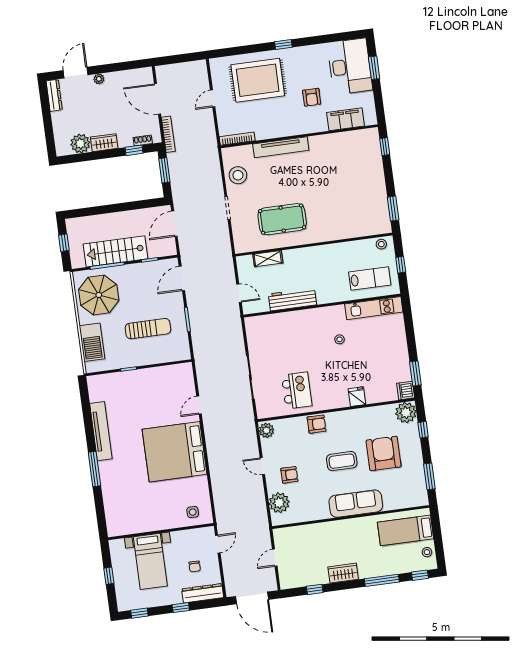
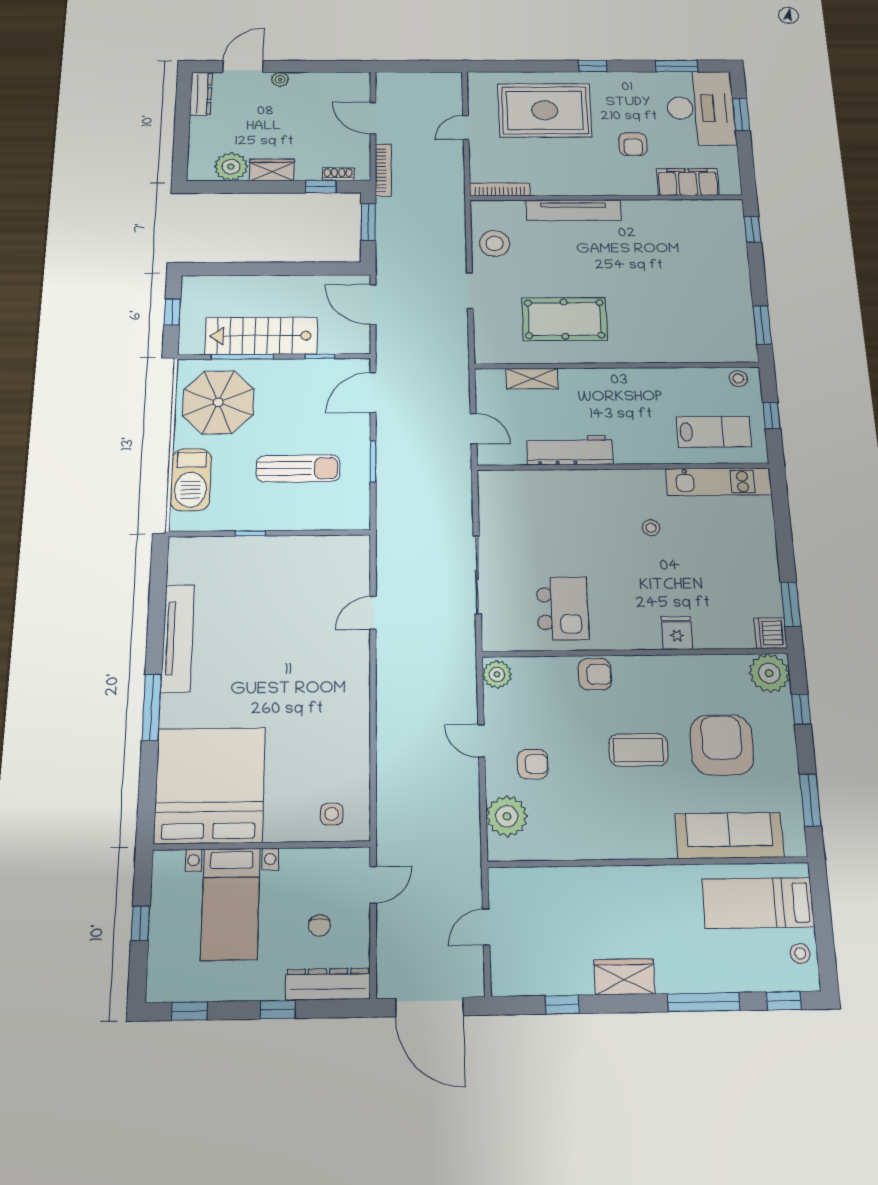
window: (334, 38) -> (677, 66), added
door: (158, 99) -> (373, 118), width x0.73
door: (174, 224) -> (373, 304), hinge flipped
bed: (175, 452) -> (210, 785), moved, turned 90
sofa: (356, 504) -> (729, 835), moved

